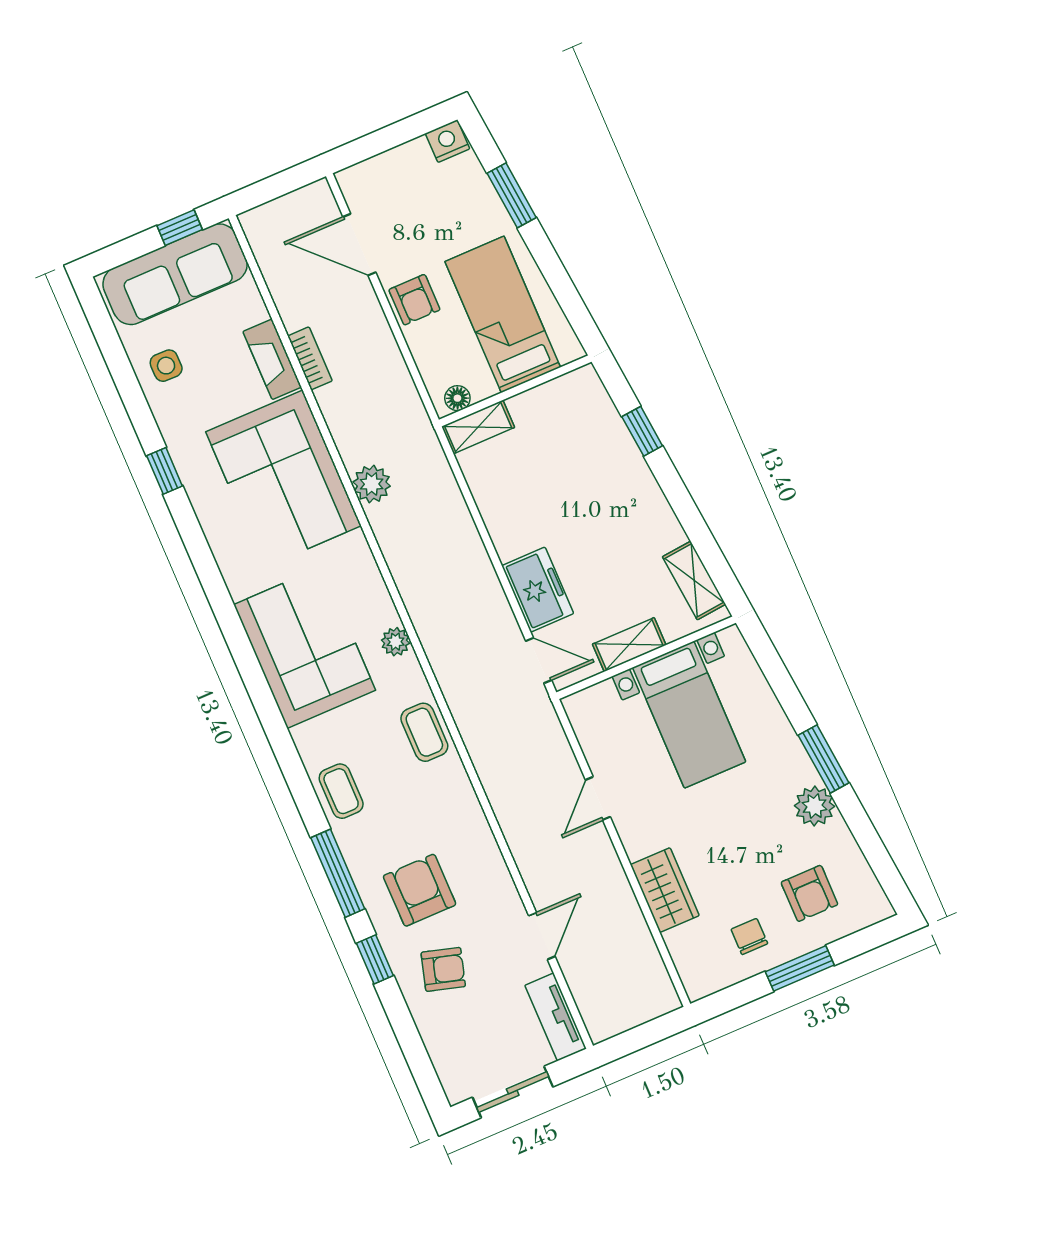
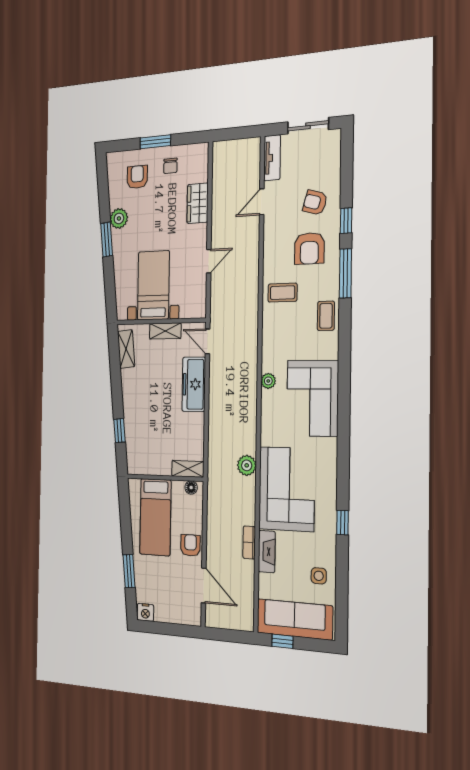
freezer: (538, 590) -> (194, 384), width x1.40
coffee table: (424, 732) -> (283, 293), moved, turned 90

